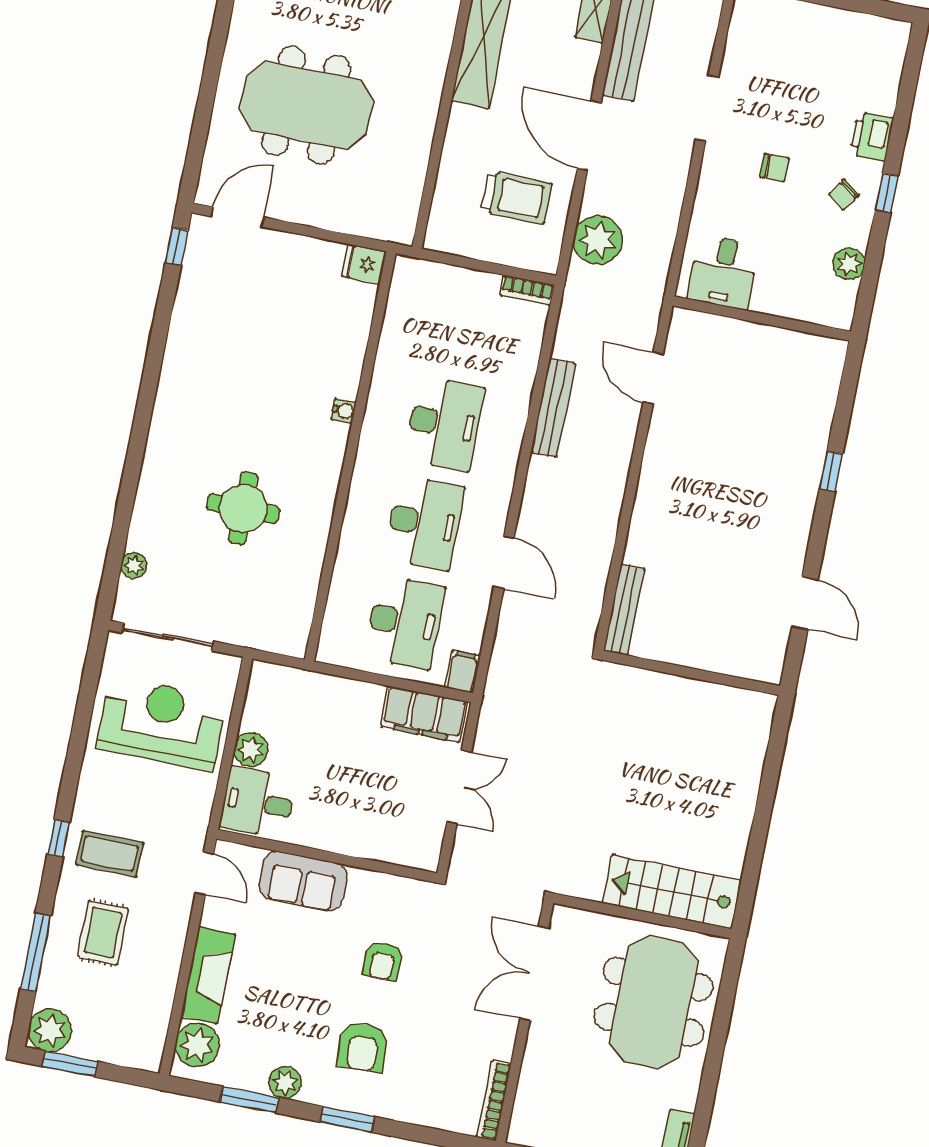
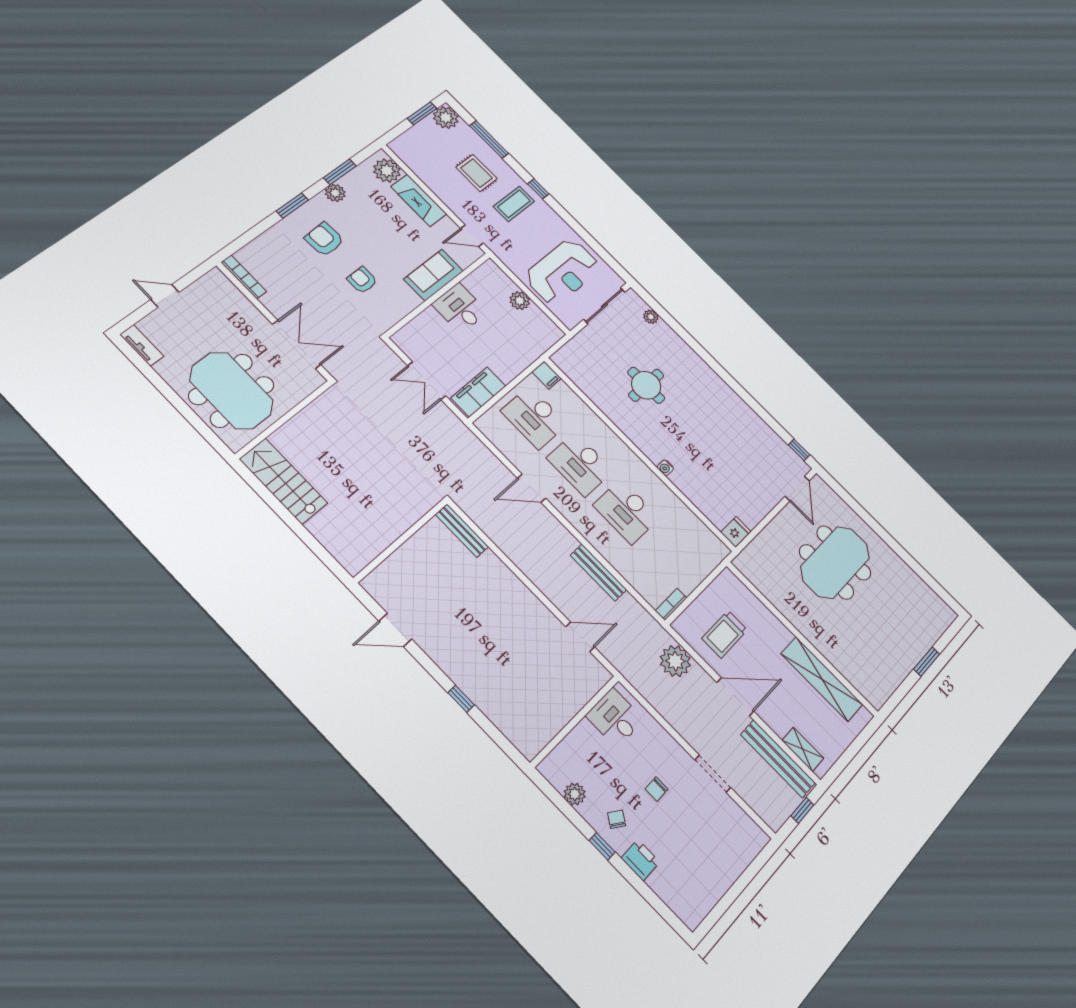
filing cabinet: (463, 671) -> (547, 375), moved
desk: (258, 802) -> (460, 308), moved, turned -90
stairs: (672, 892) -> (284, 481), moved, turned -90

